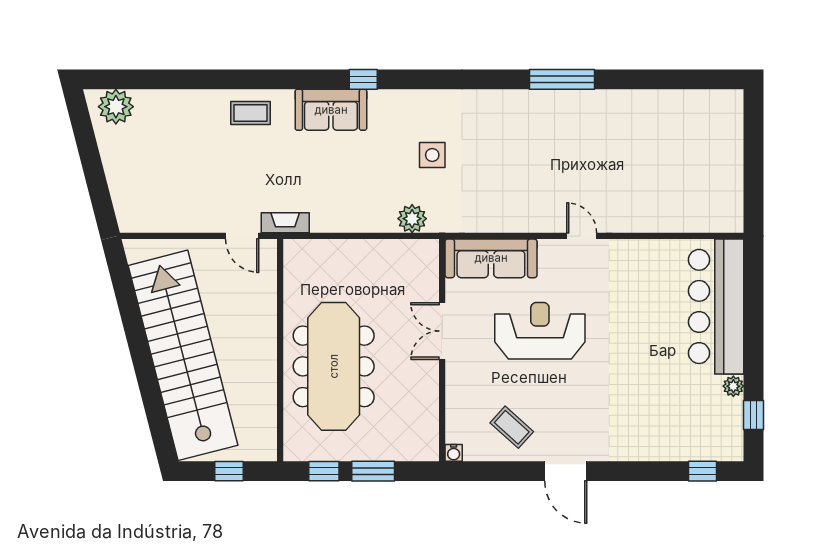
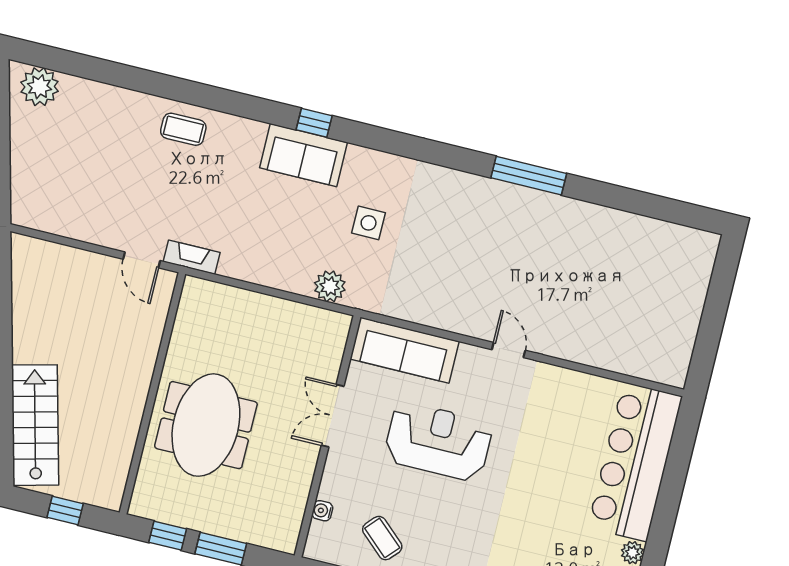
sofa: (331, 110) -> (304, 155), moved
stairs: (183, 355) -> (35, 425), width x0.54, depth x0.66
meeting table: (334, 366) -> (206, 425), width x0.73
water cooler: (454, 453) -> (322, 511), moved, turned 90

